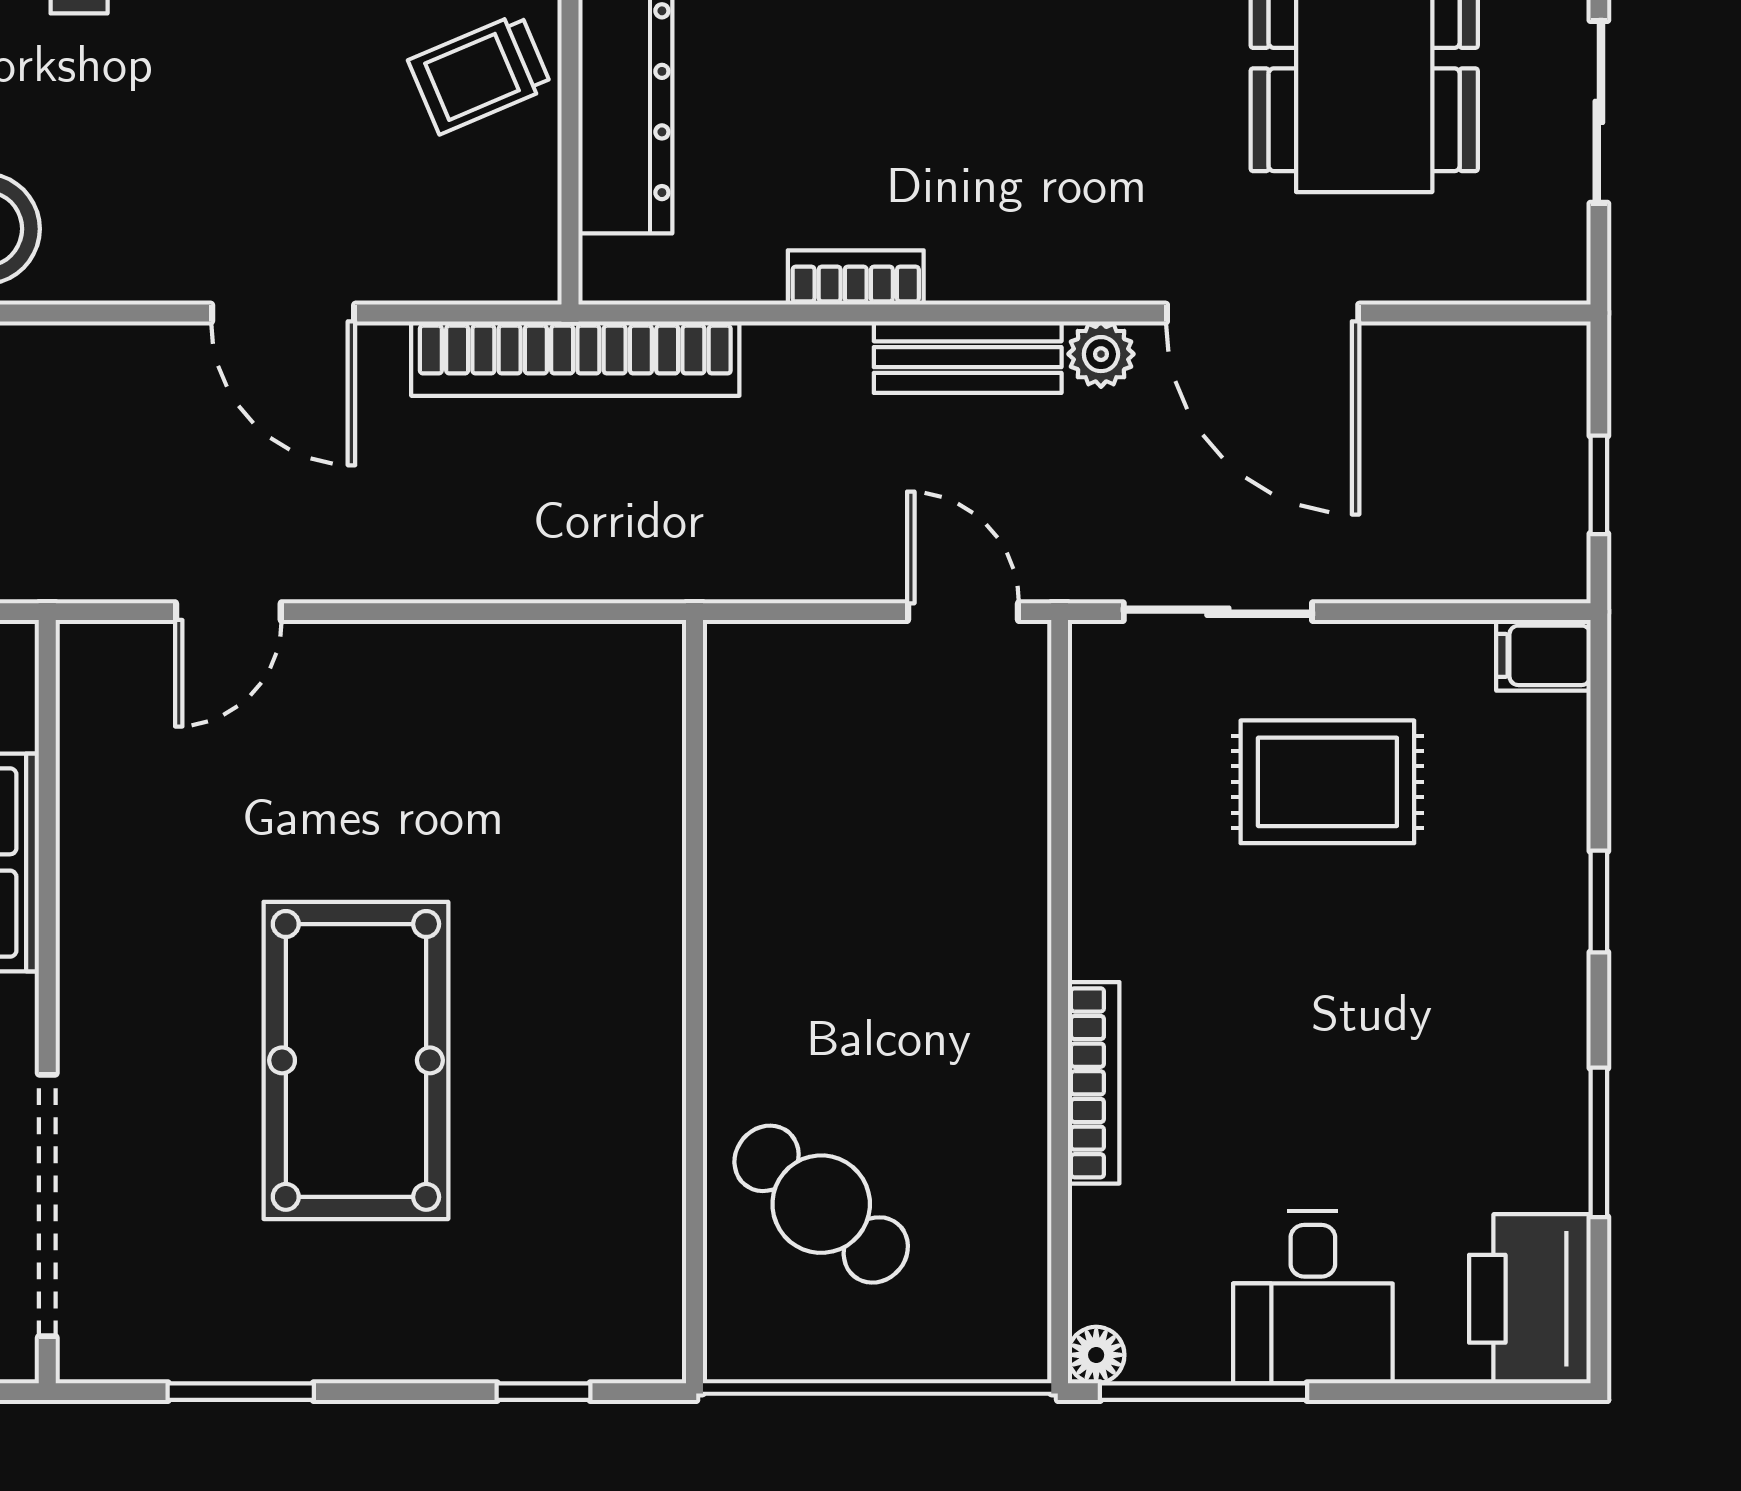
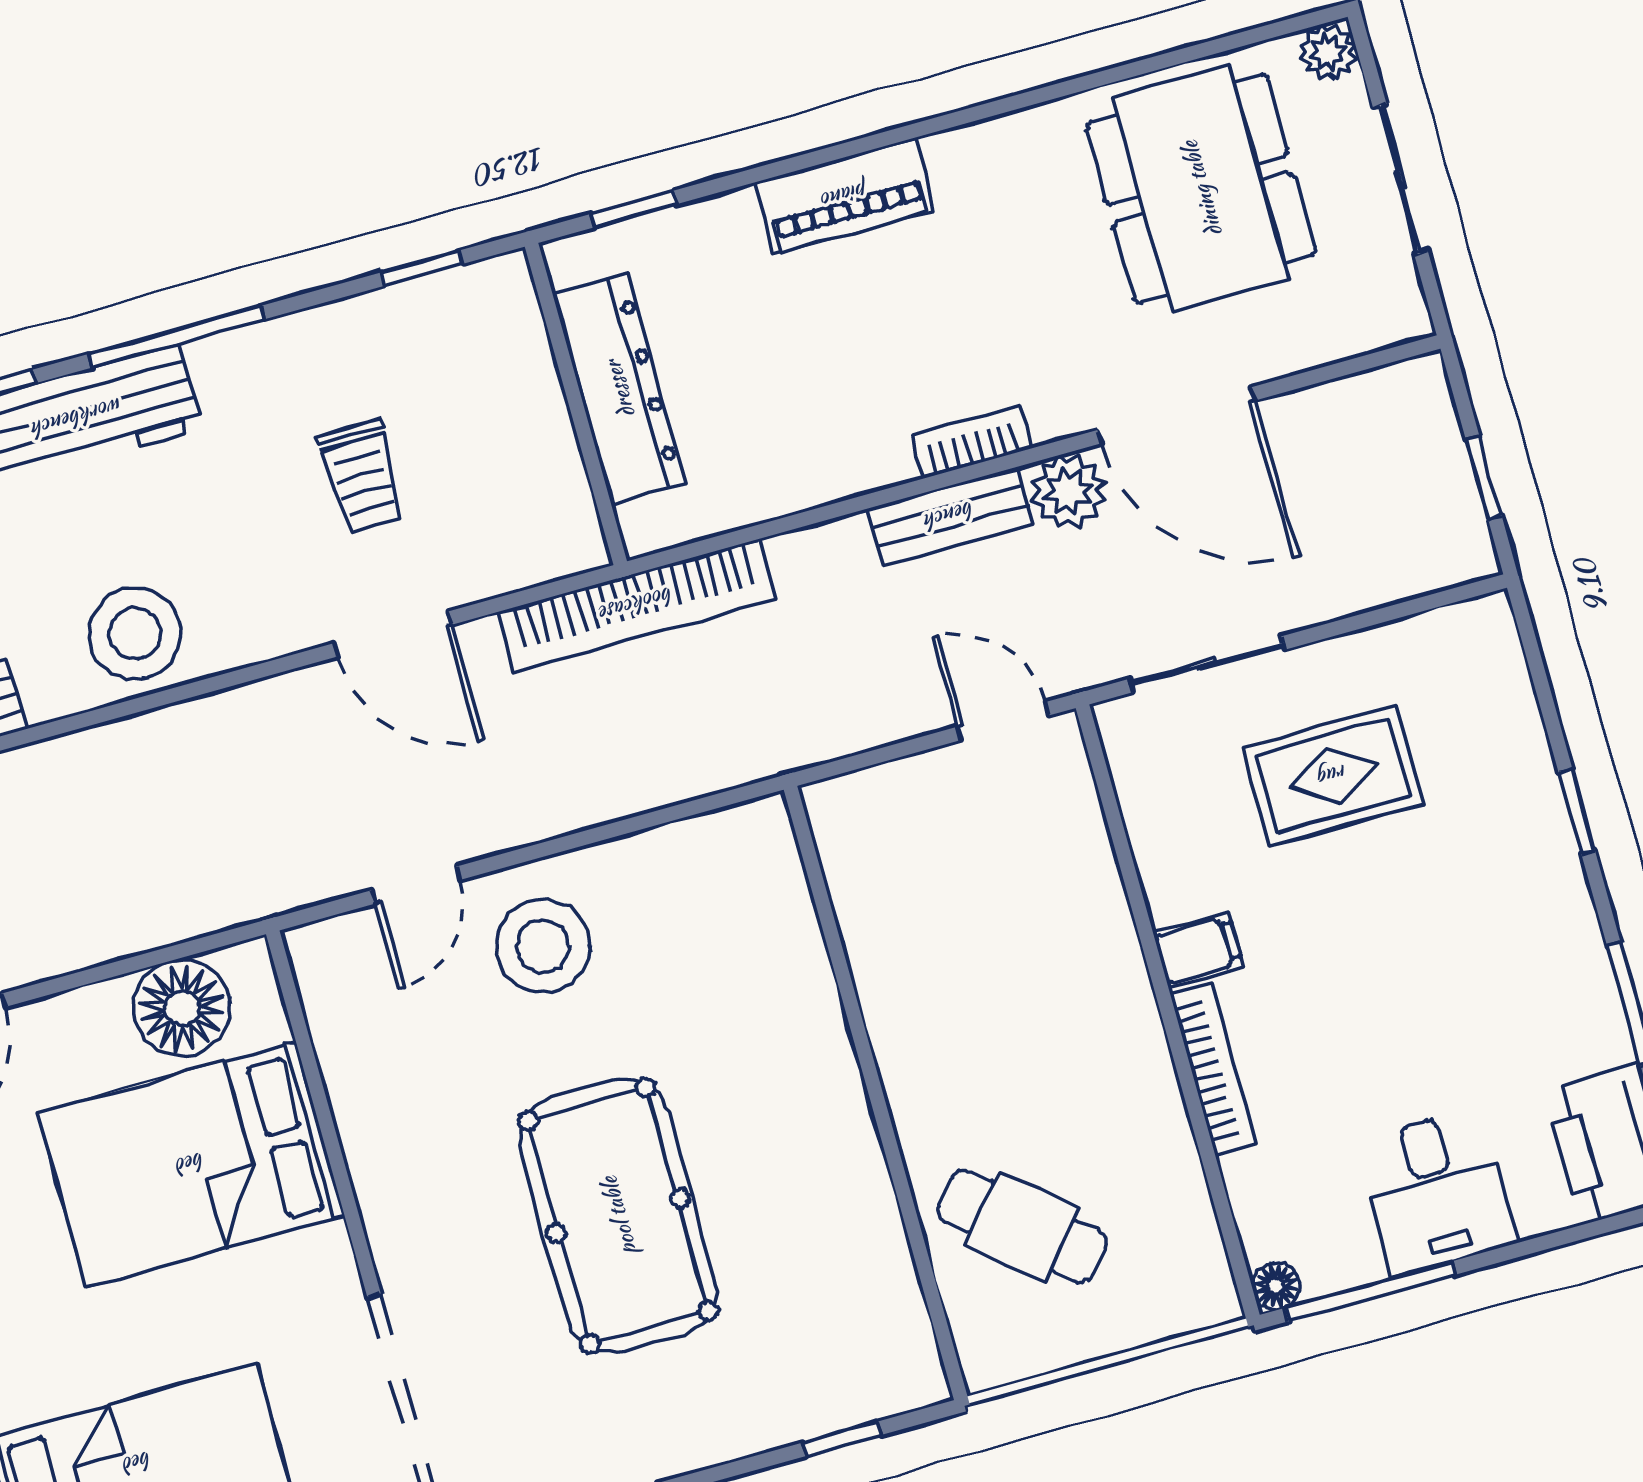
trolley: (480, 74) -> (362, 476), moved, turned -67
bookcase: (856, 277) -> (972, 442), moved
plant: (1101, 354) -> (1069, 491), width x1.38, depth x1.38
filing cabinet: (1543, 655) -> (1198, 950), moved, turned 180
stool: (356, 723) -> (543, 946), added

